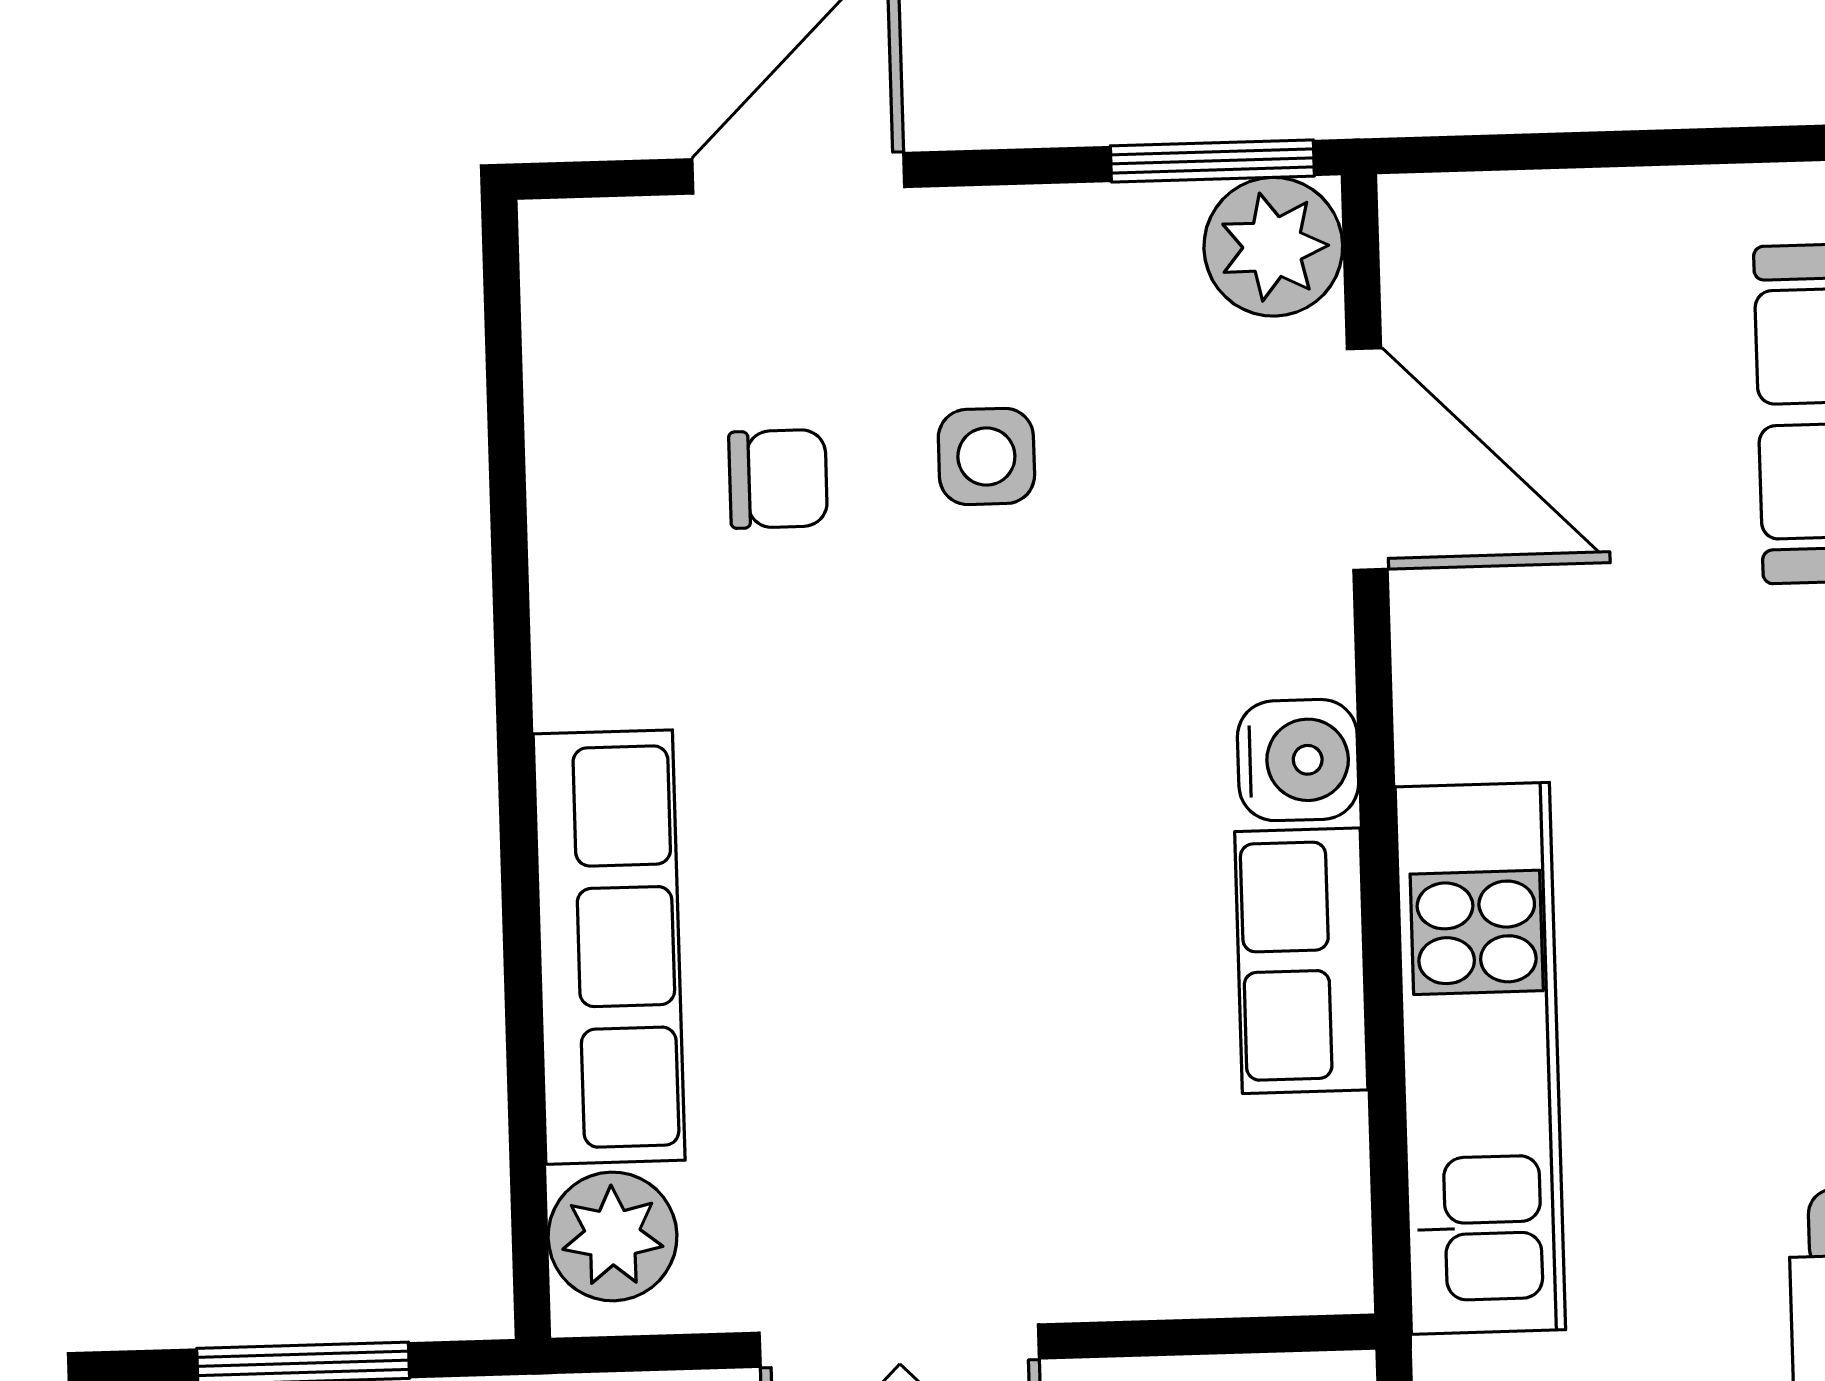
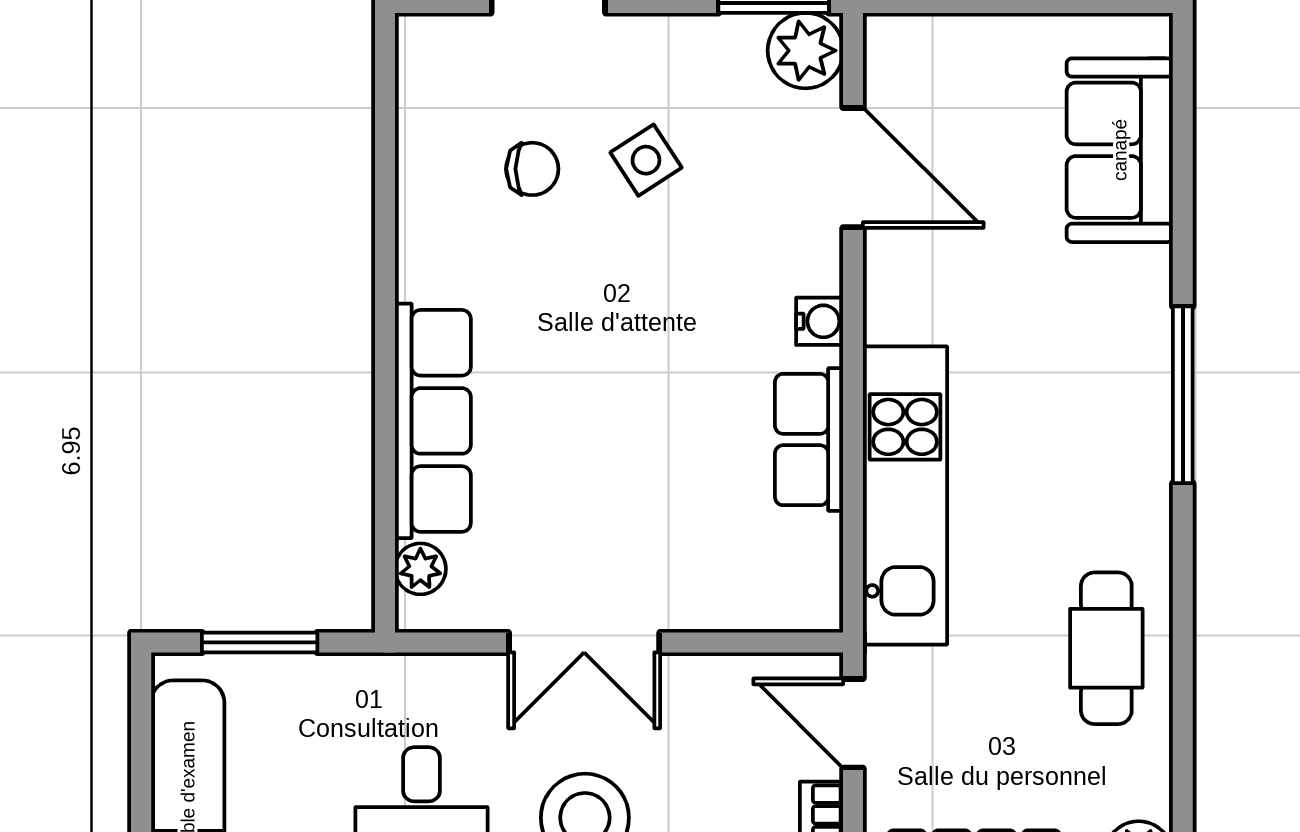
side table: (986, 456) -> (646, 160), turned -33
water cooler: (1298, 760) -> (820, 321), width x0.72, depth x0.72
plant: (613, 1236) -> (420, 569), width x0.73, depth x0.73

